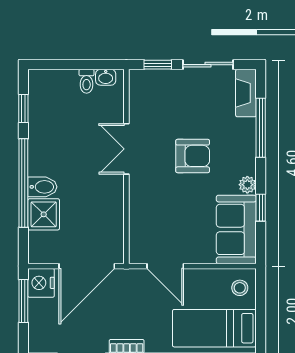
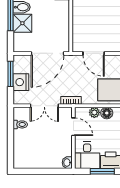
nightstand: (41, 283) -> (21, 82), moved

